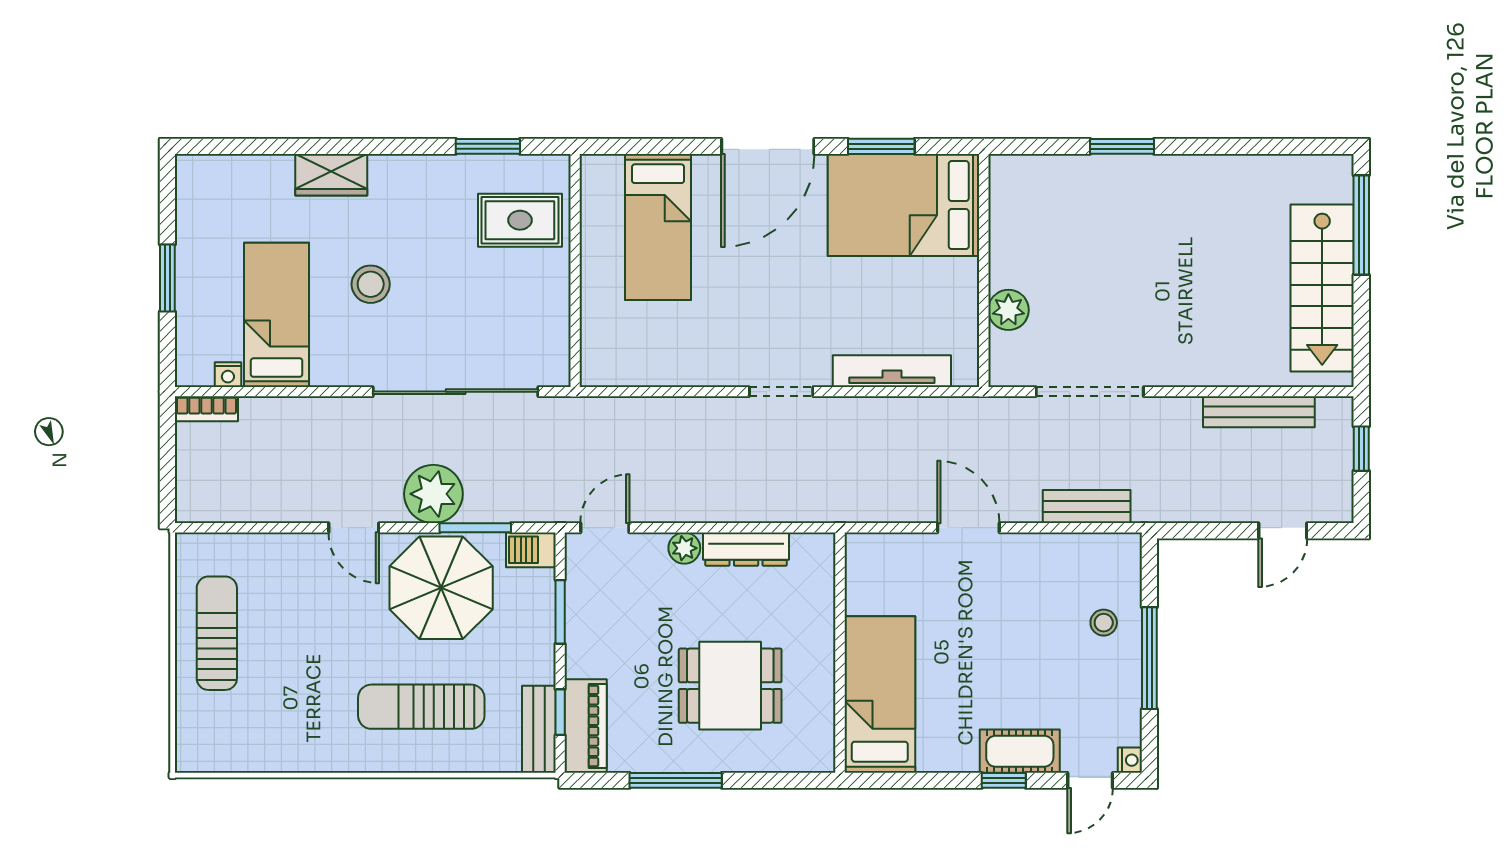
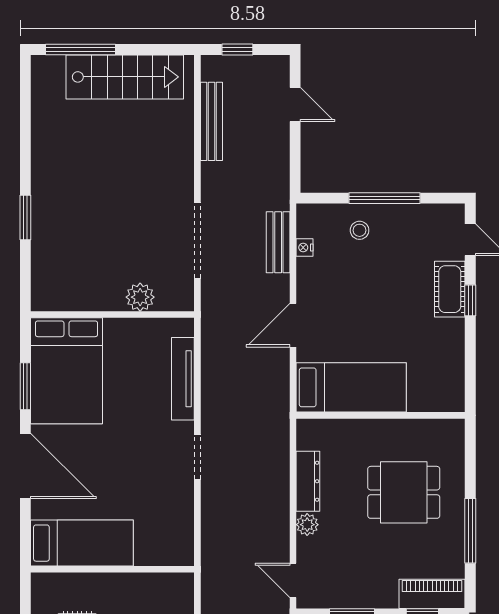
wall: (575, 270) -> (112, 569), moved
dining table: (730, 686) -> (404, 492), turned 90
bed: (880, 694) -> (351, 387), moved, turned 180
nightstand: (1130, 760) -> (305, 247), moved, turned -90

